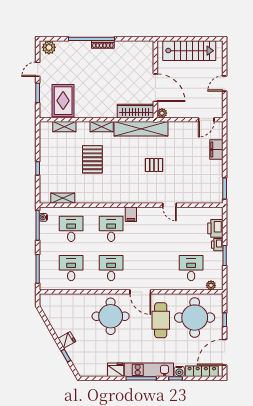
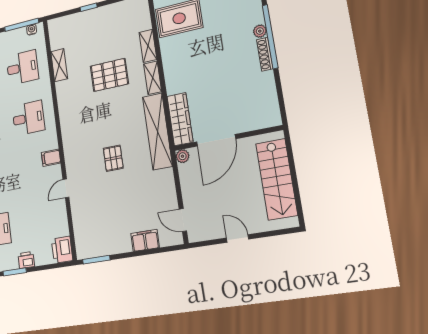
plant: (86, 45) -> (260, 31), added
shelving: (64, 127) -> (148, 46), moved
shelving: (63, 198) -> (59, 65), moved
filing cabinet: (131, 214) -> (51, 158), moved
printer: (215, 228) -> (62, 250), moved, turned -90

